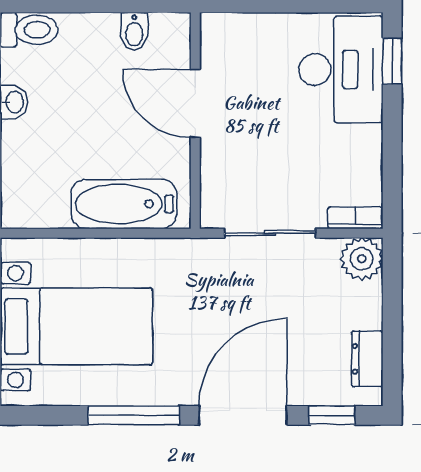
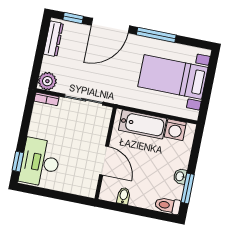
washing machine: (46, 207) -> (175, 130), added
dresser: (367, 359) -> (54, 39), width x1.44

